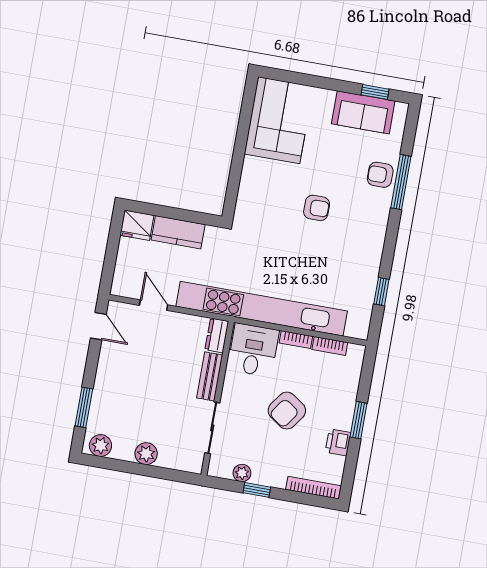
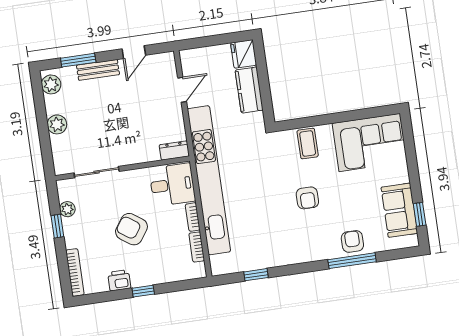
coffee table: (257, 188) -> (308, 143), added
door: (98, 326) -> (134, 52), moved
bench: (210, 376) -> (98, 70), moved
window: (359, 420) -> (143, 291), width x0.67

